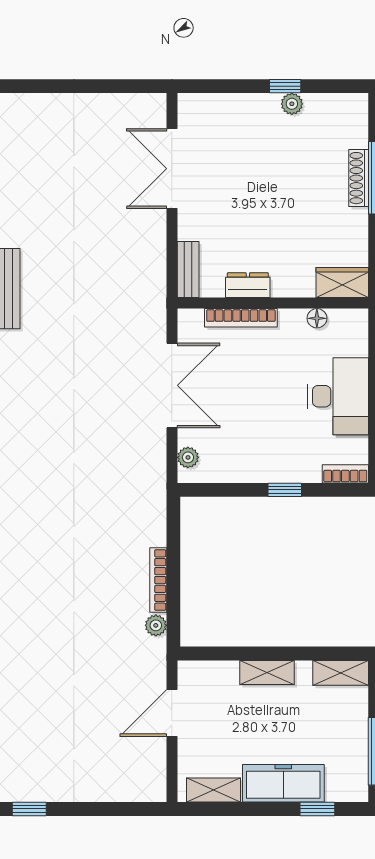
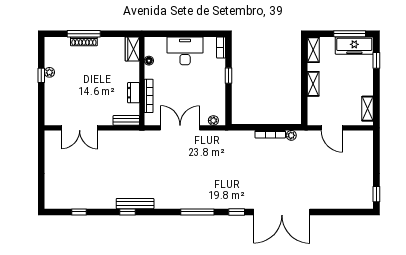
freezer: (283, 783) -> (354, 46), moved, turned -90

